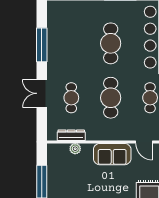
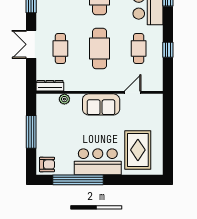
dresser: (71, 135) -> (50, 86), moved
door: (144, 142) -> (133, 92), swing flipped

